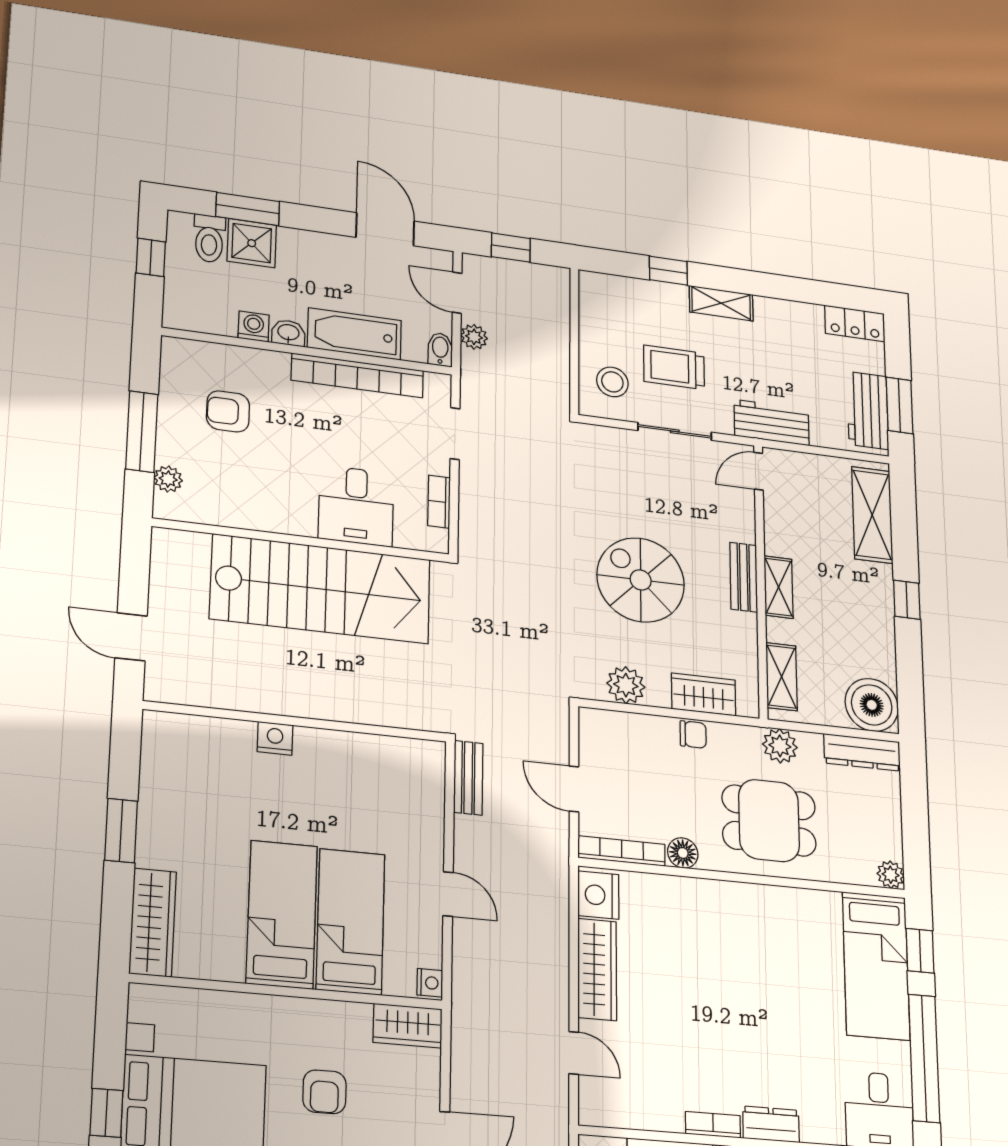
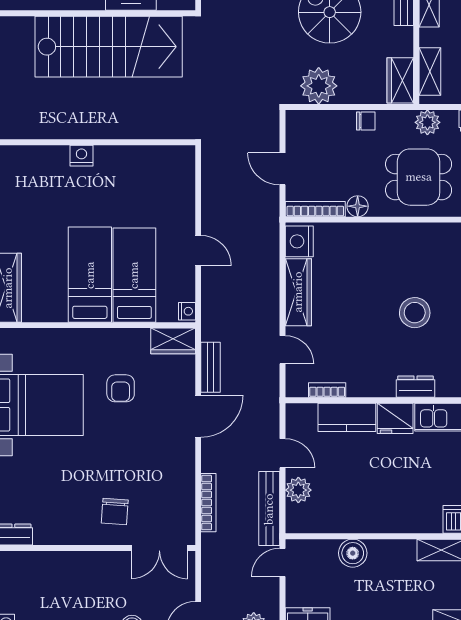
plant: (626, 685) -> (319, 86), width x1.36, depth x1.36
wardrobe: (704, 694) -> (400, 80), moved, turned -90
bench: (468, 778) -> (211, 367), moved
stool: (768, 1014) -> (415, 313), added
bookcase: (713, 1125) -> (327, 390), moved

